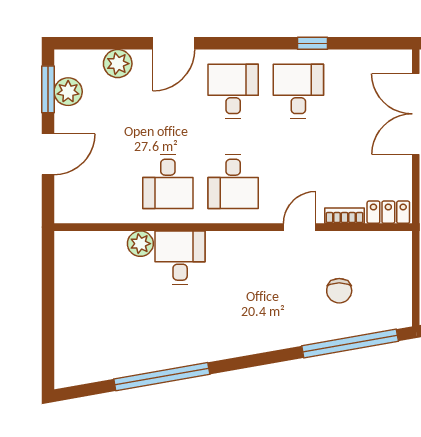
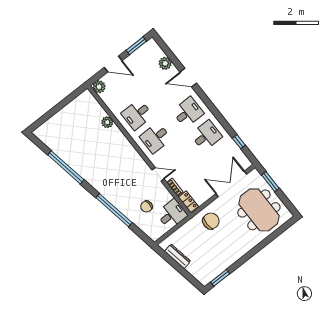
window: (313, 43) -> (239, 142), moved
plant: (68, 92) -> (99, 87), moved
desk: (180, 258) -> (172, 214), moved
window: (350, 343) -> (114, 210), moved

